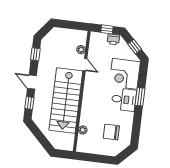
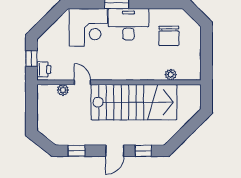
printer: (113, 39) -> (44, 69), moved
window: (135, 47) -> (50, 18), removed
door: (85, 65) -> (82, 82), hinge flipped
desk: (124, 100) -> (128, 24), width x1.37

